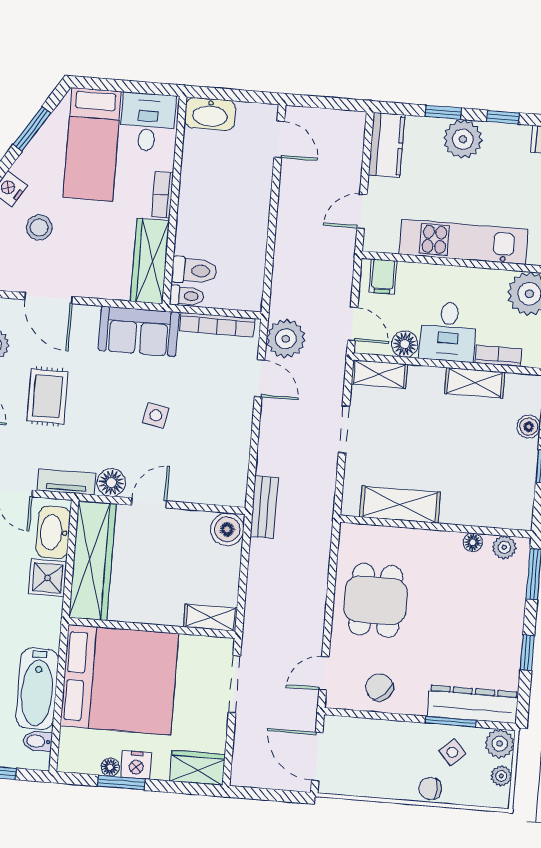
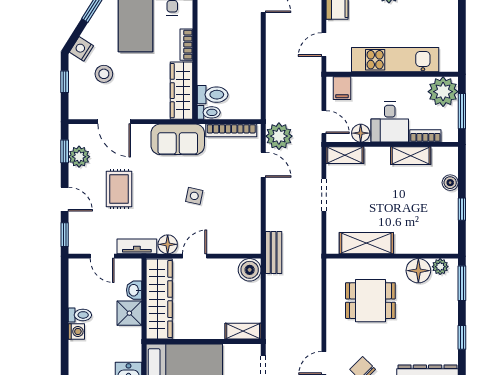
washbasin: (53, 532) -> (134, 290), width x0.52, depth x0.69
floor lamp: (473, 542) -> (418, 271), width x1.89, depth x1.89
dining table: (376, 600) -> (370, 301), moved, turned 90

